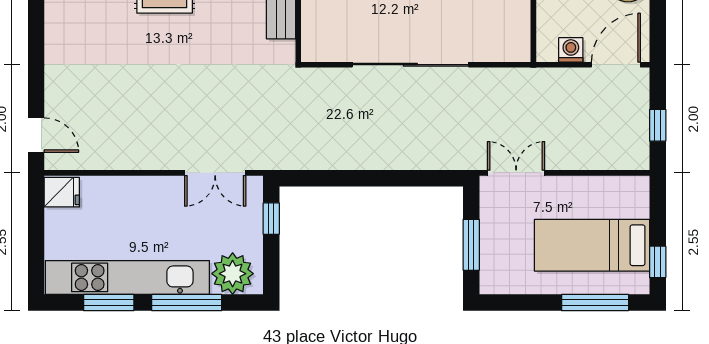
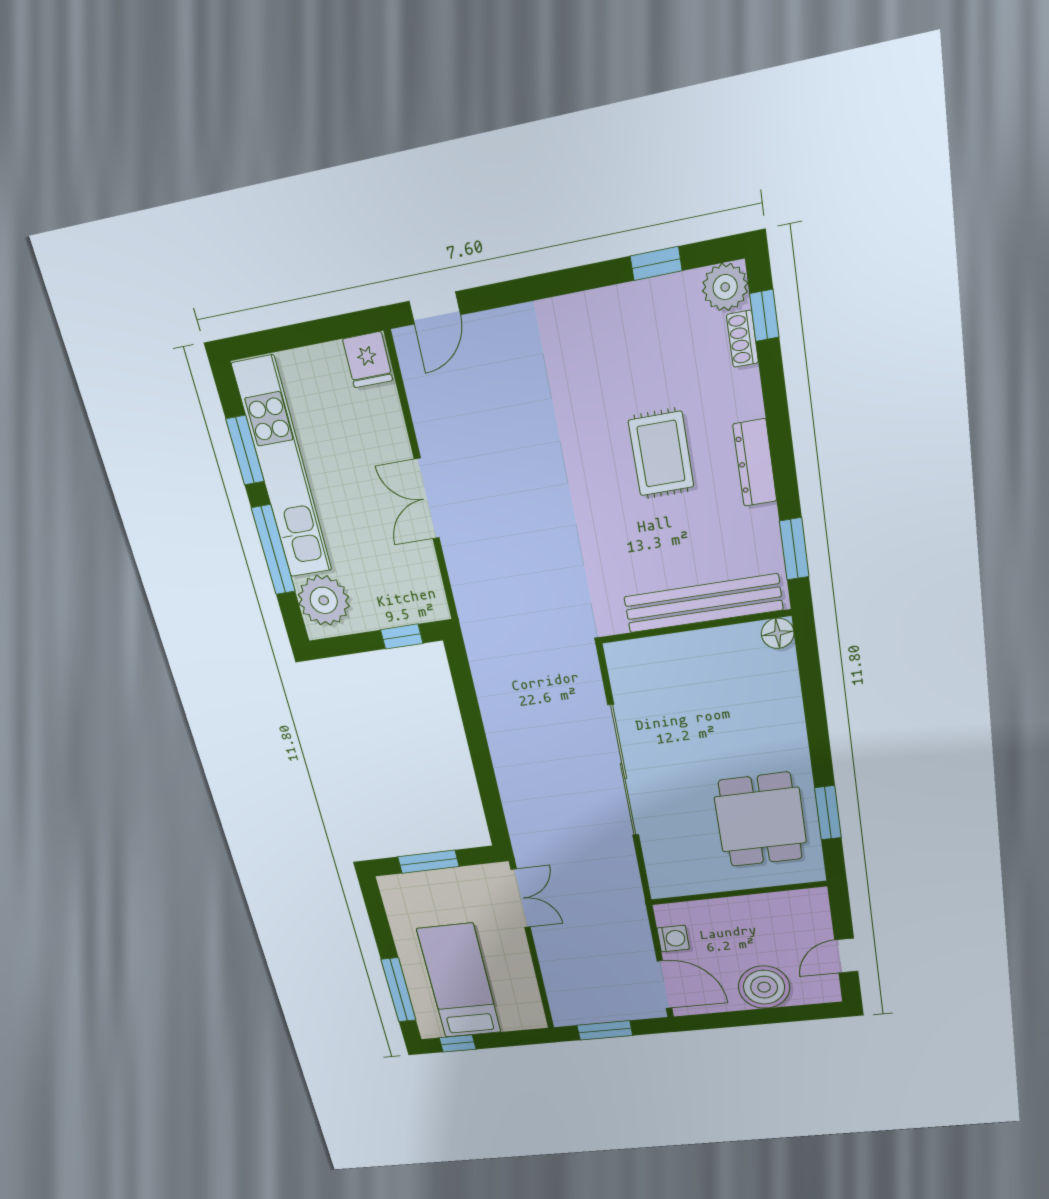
window: (658, 125) -> (605, 1030), width x1.50
double door: (215, 173) -> (427, 499), moved

